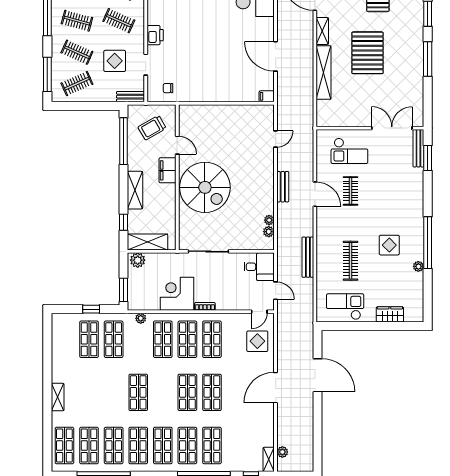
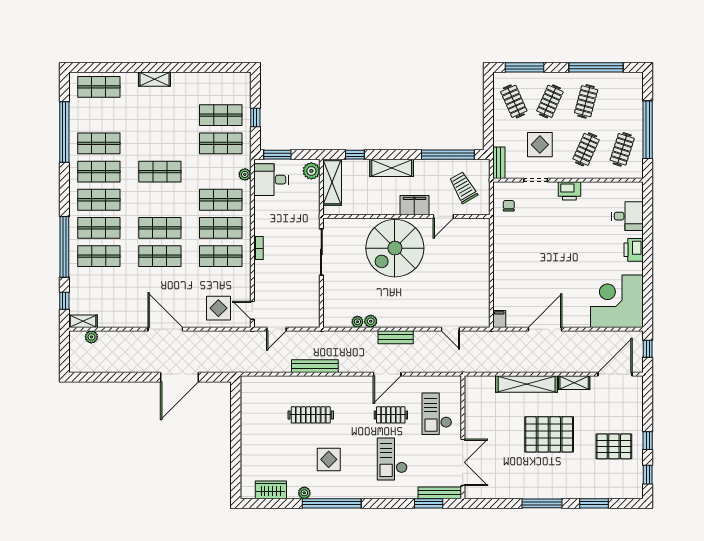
plant: (269, 232) -> (371, 321), moved
desk: (259, 267) -> (271, 180), moved, turned 90
corner desk: (177, 294) -> (273, 216), removed
checkout: (345, 307) -> (392, 459), moved, turned 180
wardrobe: (390, 314) -> (271, 490), moved, turned -90
shop shelf: (89, 446) -> (99, 115), removed

